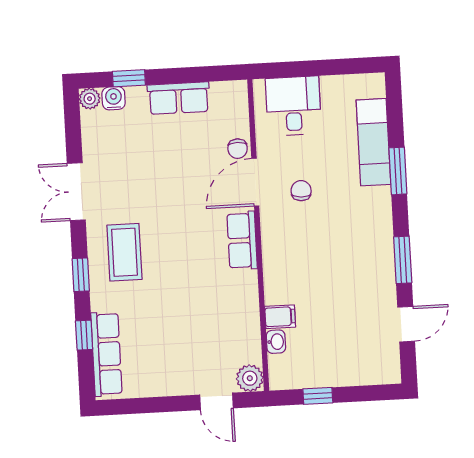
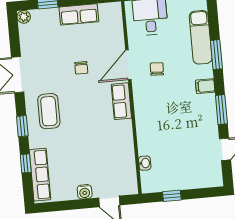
water cooler: (114, 98) -> (85, 192), moved, turned 180
chair: (238, 149) -> (81, 68), moved
filing cabinet: (280, 317) -> (205, 86), moved, turned 180
plant: (250, 378) -> (129, 186), removed

